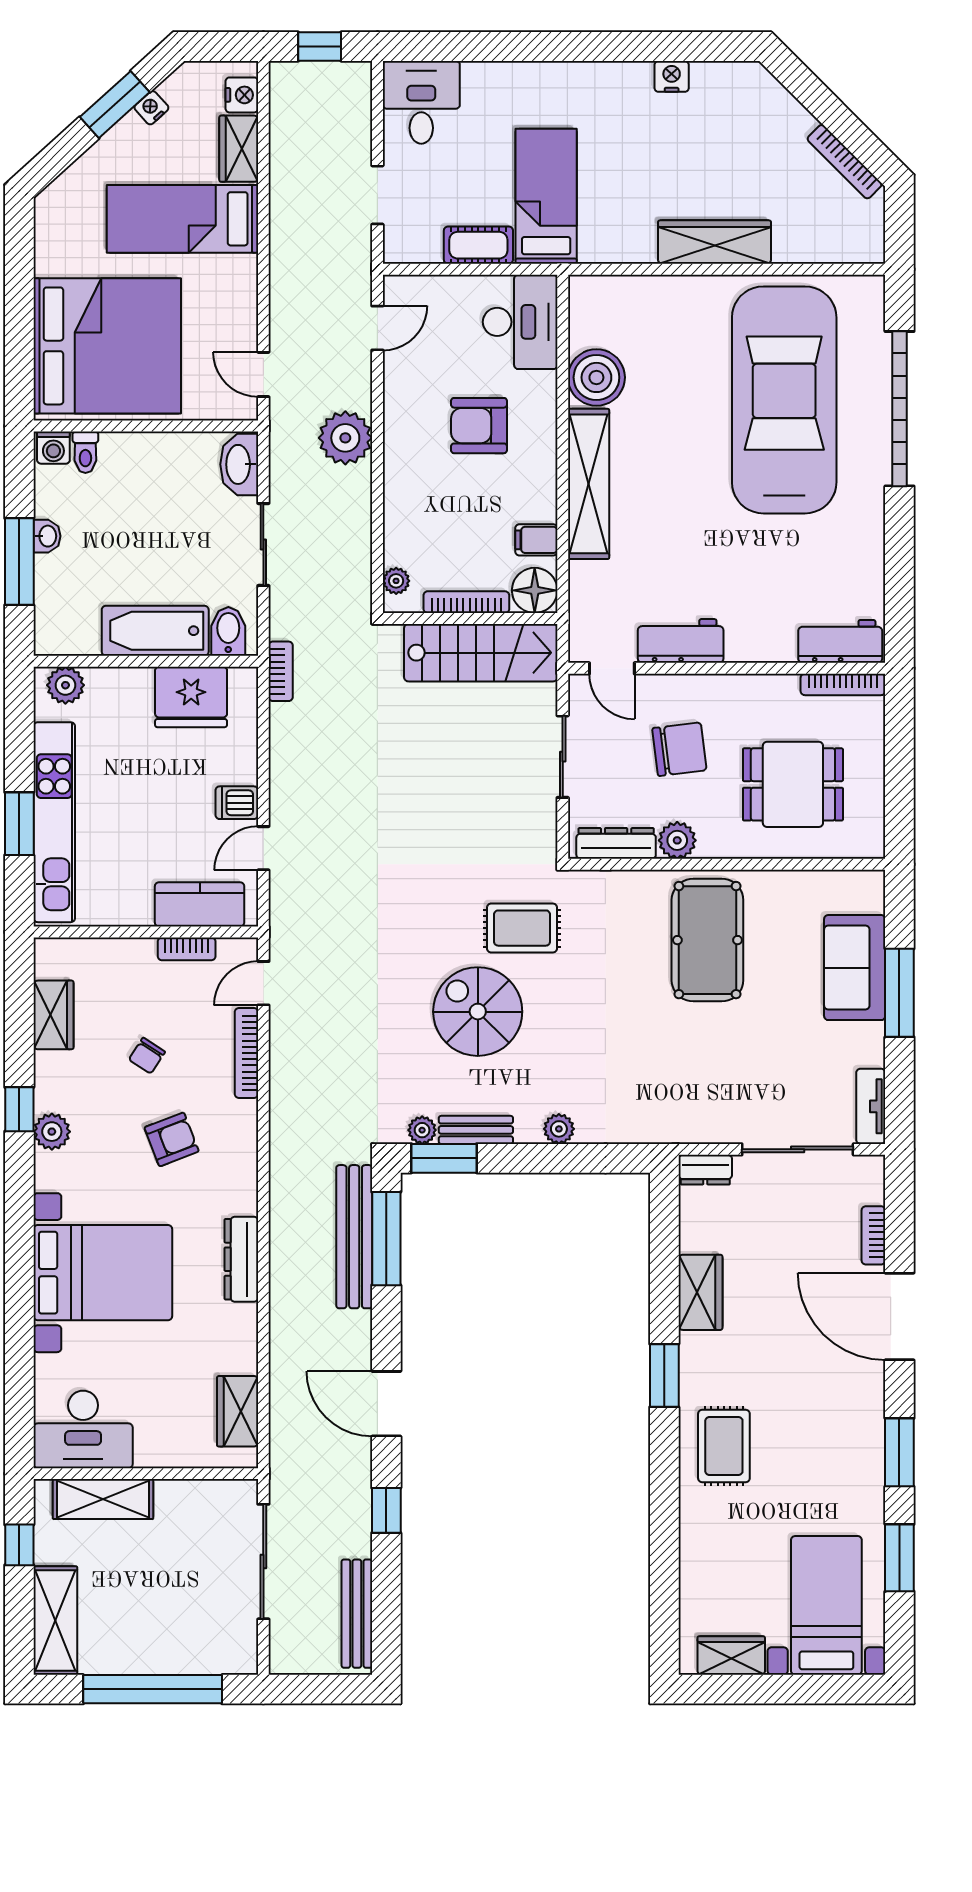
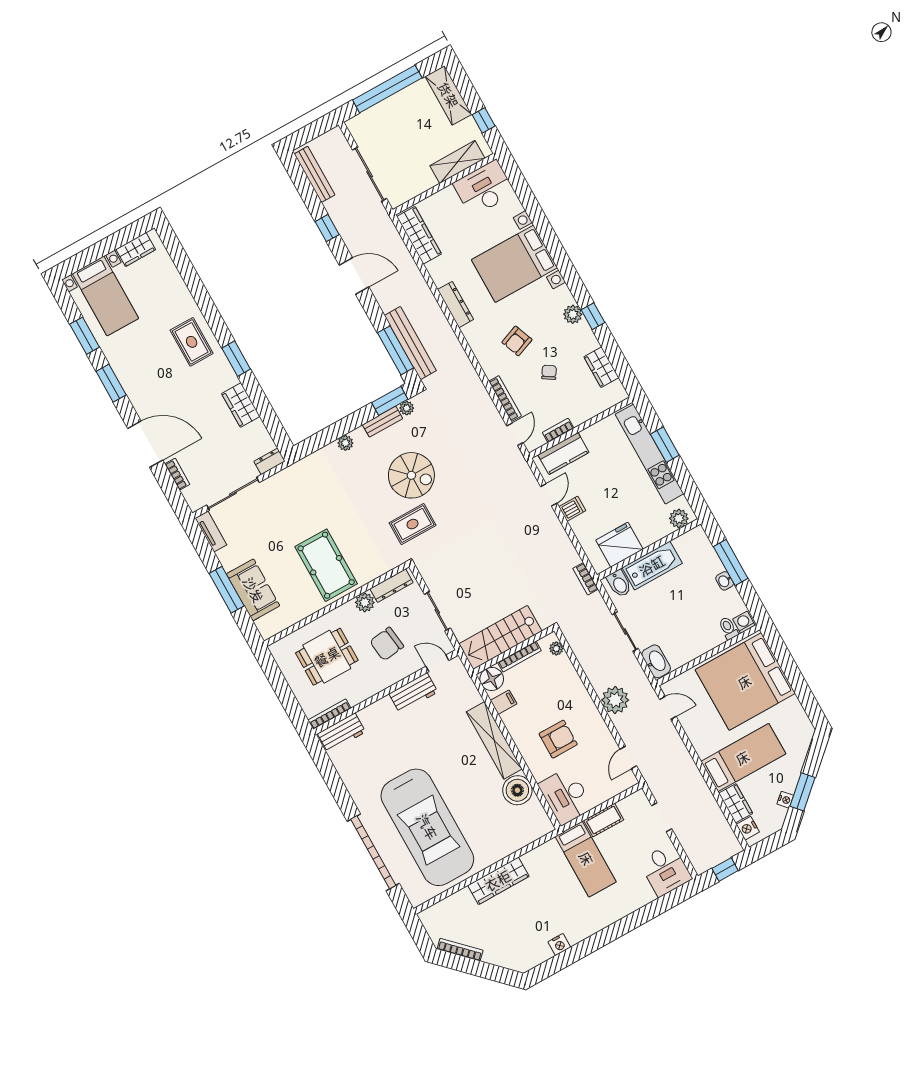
wardrobe: (238, 1411) -> (419, 235), width x1.50

